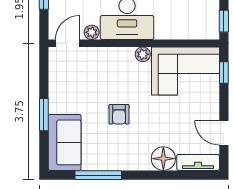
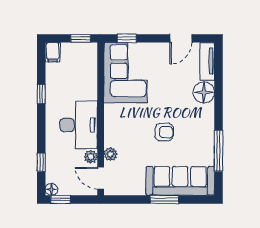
plant: (143, 54) -> (110, 154), moved
sofa: (65, 142) -> (180, 181), width x1.36

